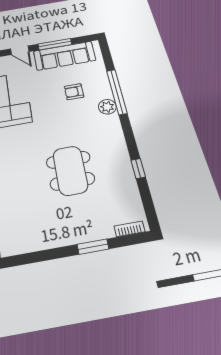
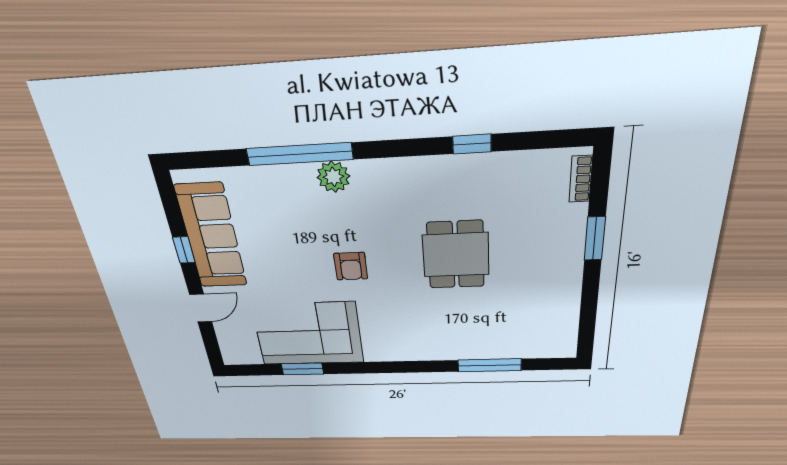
window: (55, 44) -> (184, 250), width x0.46
armchair: (74, 92) -> (351, 266), moved
dining table: (70, 170) -> (456, 255), width x0.73

